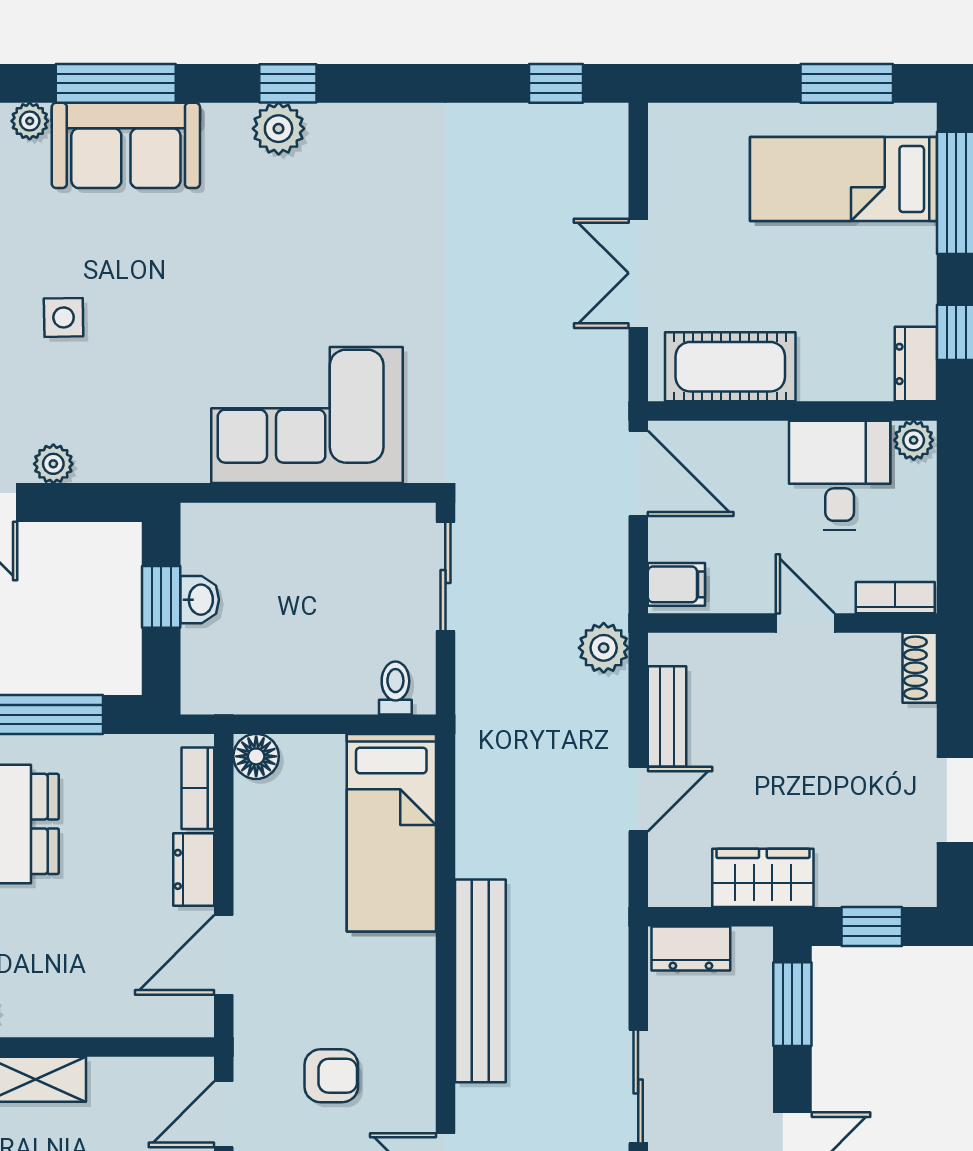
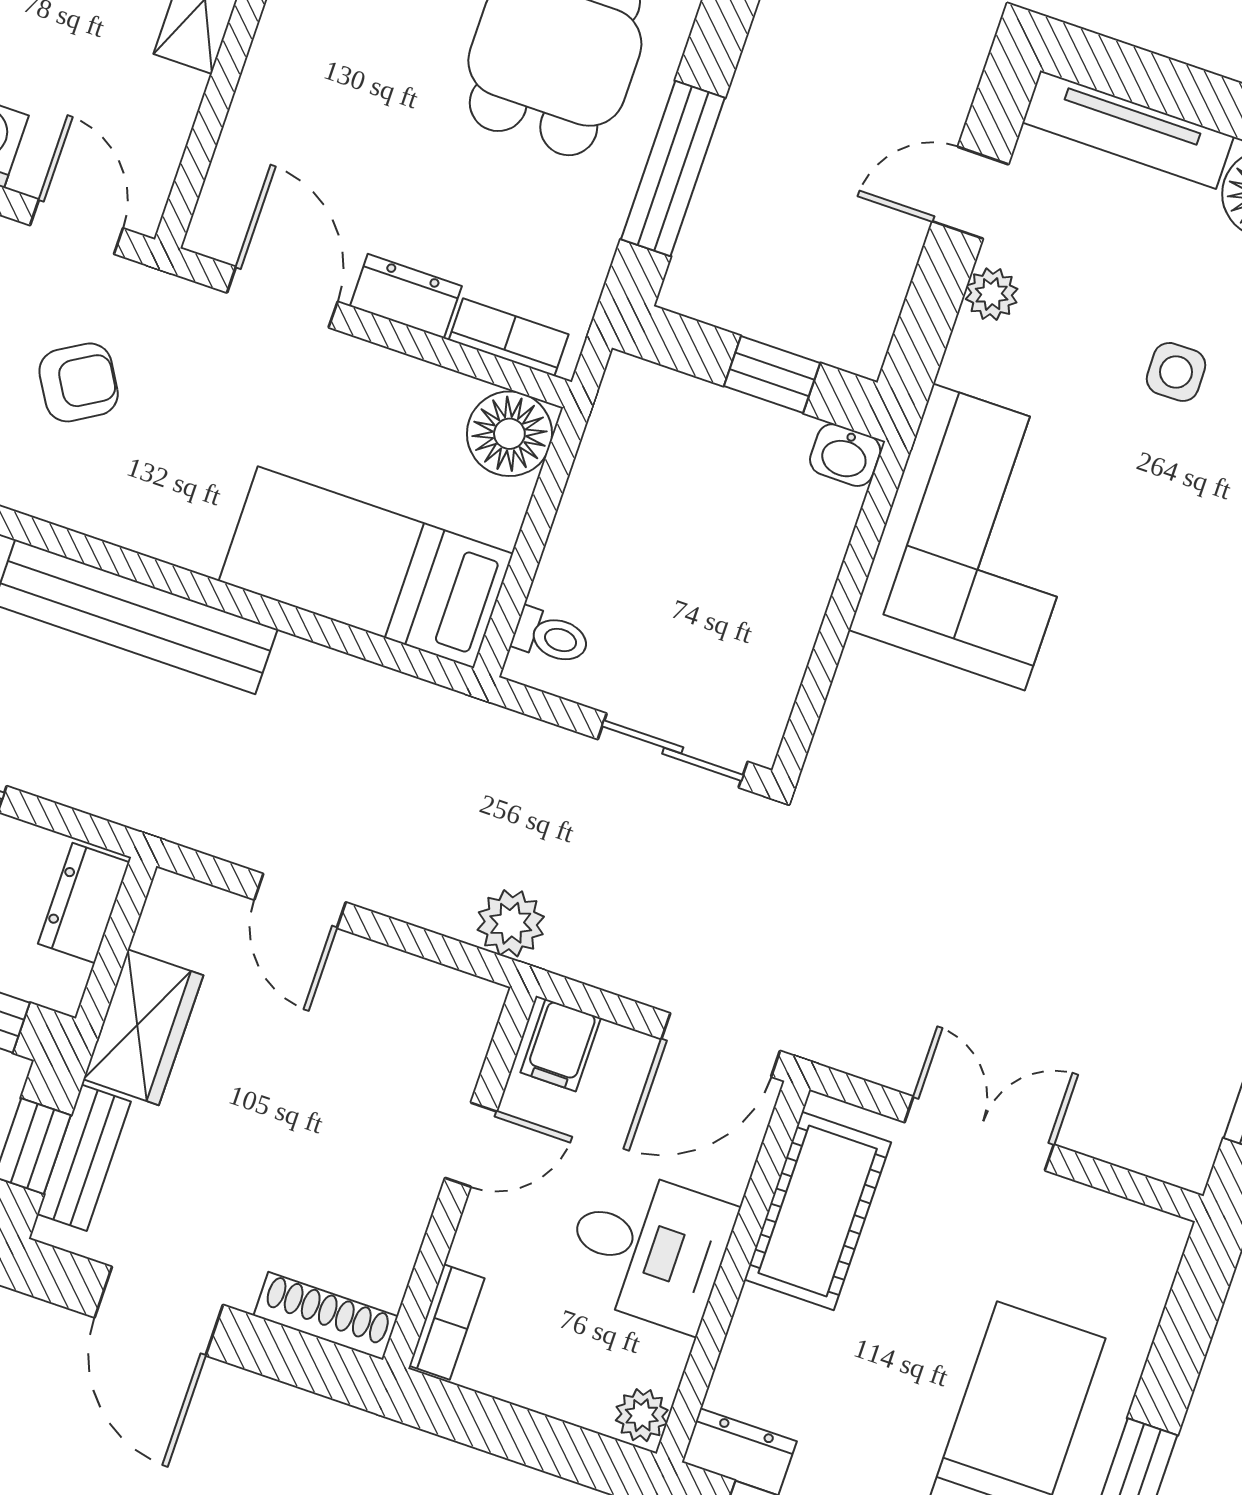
corner sofa: (307, 415) -> (979, 537), moved
desk: (840, 475) -> (648, 1248), moved
washbasin: (200, 600) -> (845, 455), moved
door: (805, 623) -> (471, 1145), moved
shoe rack: (920, 668) -> (326, 1316), width x1.43
bench: (667, 716) -> (84, 1158), moved, turned 90
floor lamp: (256, 756) -> (509, 434), width x1.38, depth x1.38
armchair: (331, 1076) -> (79, 382), turned -121

